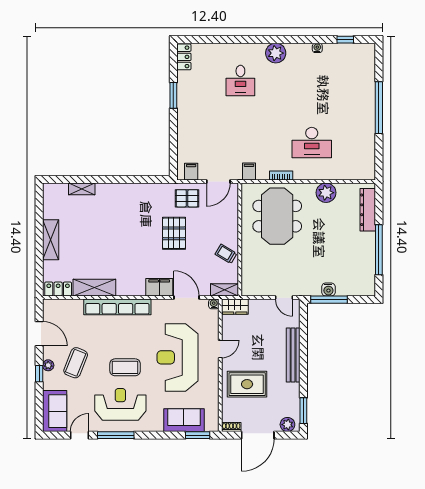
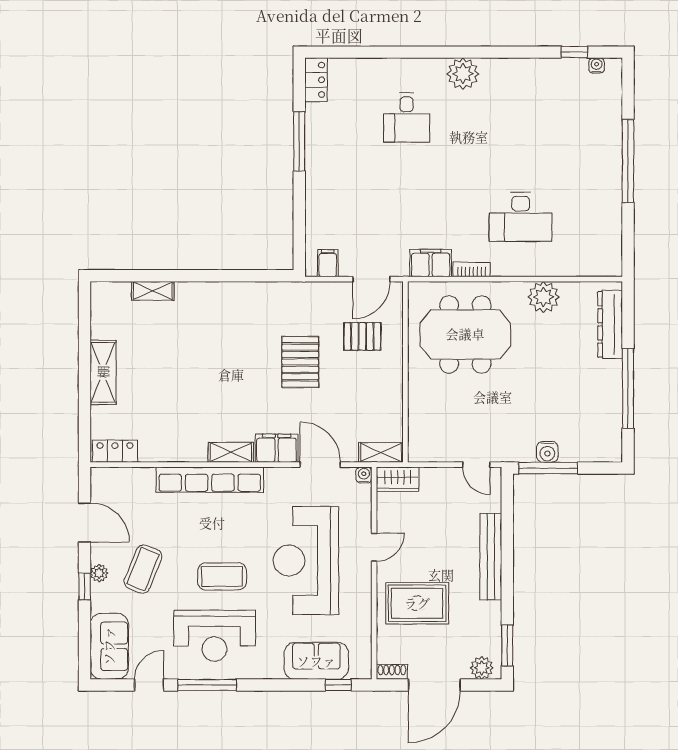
water cooler: (317, 48) -> (597, 65), moved
window: (173, 95) -> (299, 141), width x1.44
filing cabinet: (249, 171) -> (431, 263), width x2.00
pallet: (187, 198) -> (362, 336), moved
meeting table: (277, 216) -> (465, 334), turned 90
trolley: (226, 254) -> (383, 395), removed
shelving: (94, 288) -> (231, 452), moved, width x0.67, depth x0.75
reception desk: (120, 404) -> (215, 636), turned 180
window: (198, 435) -> (338, 685), width x0.67

